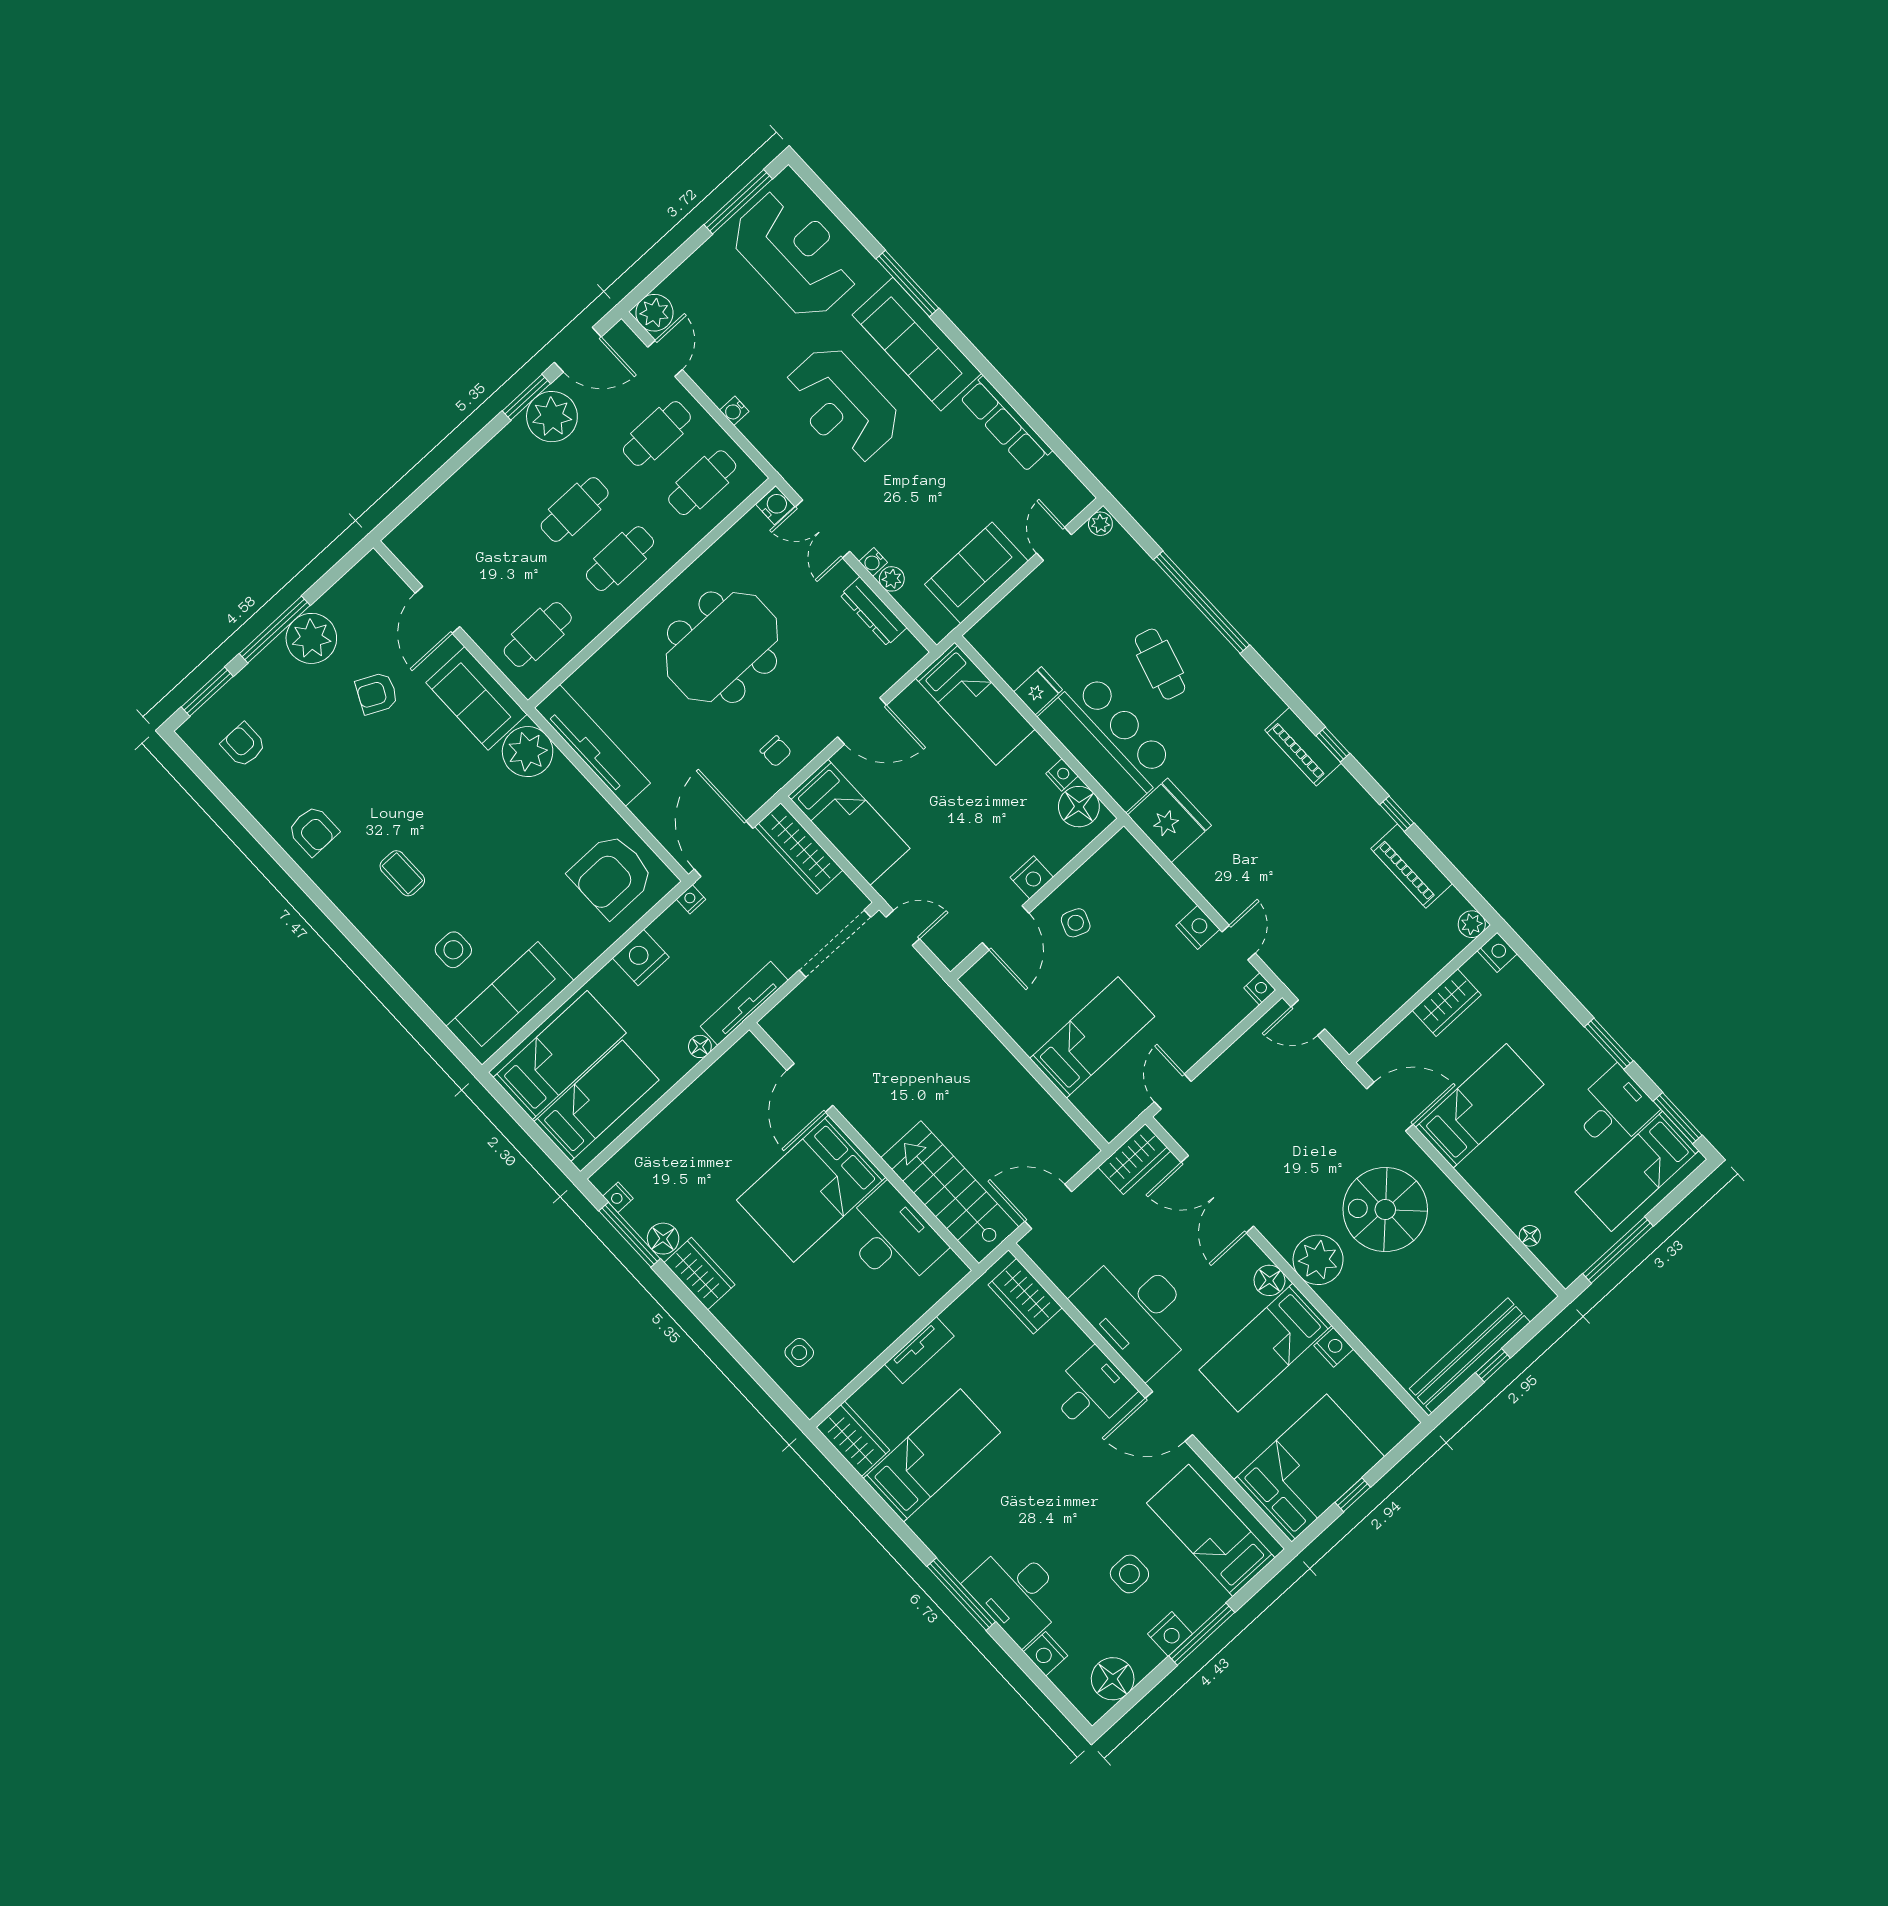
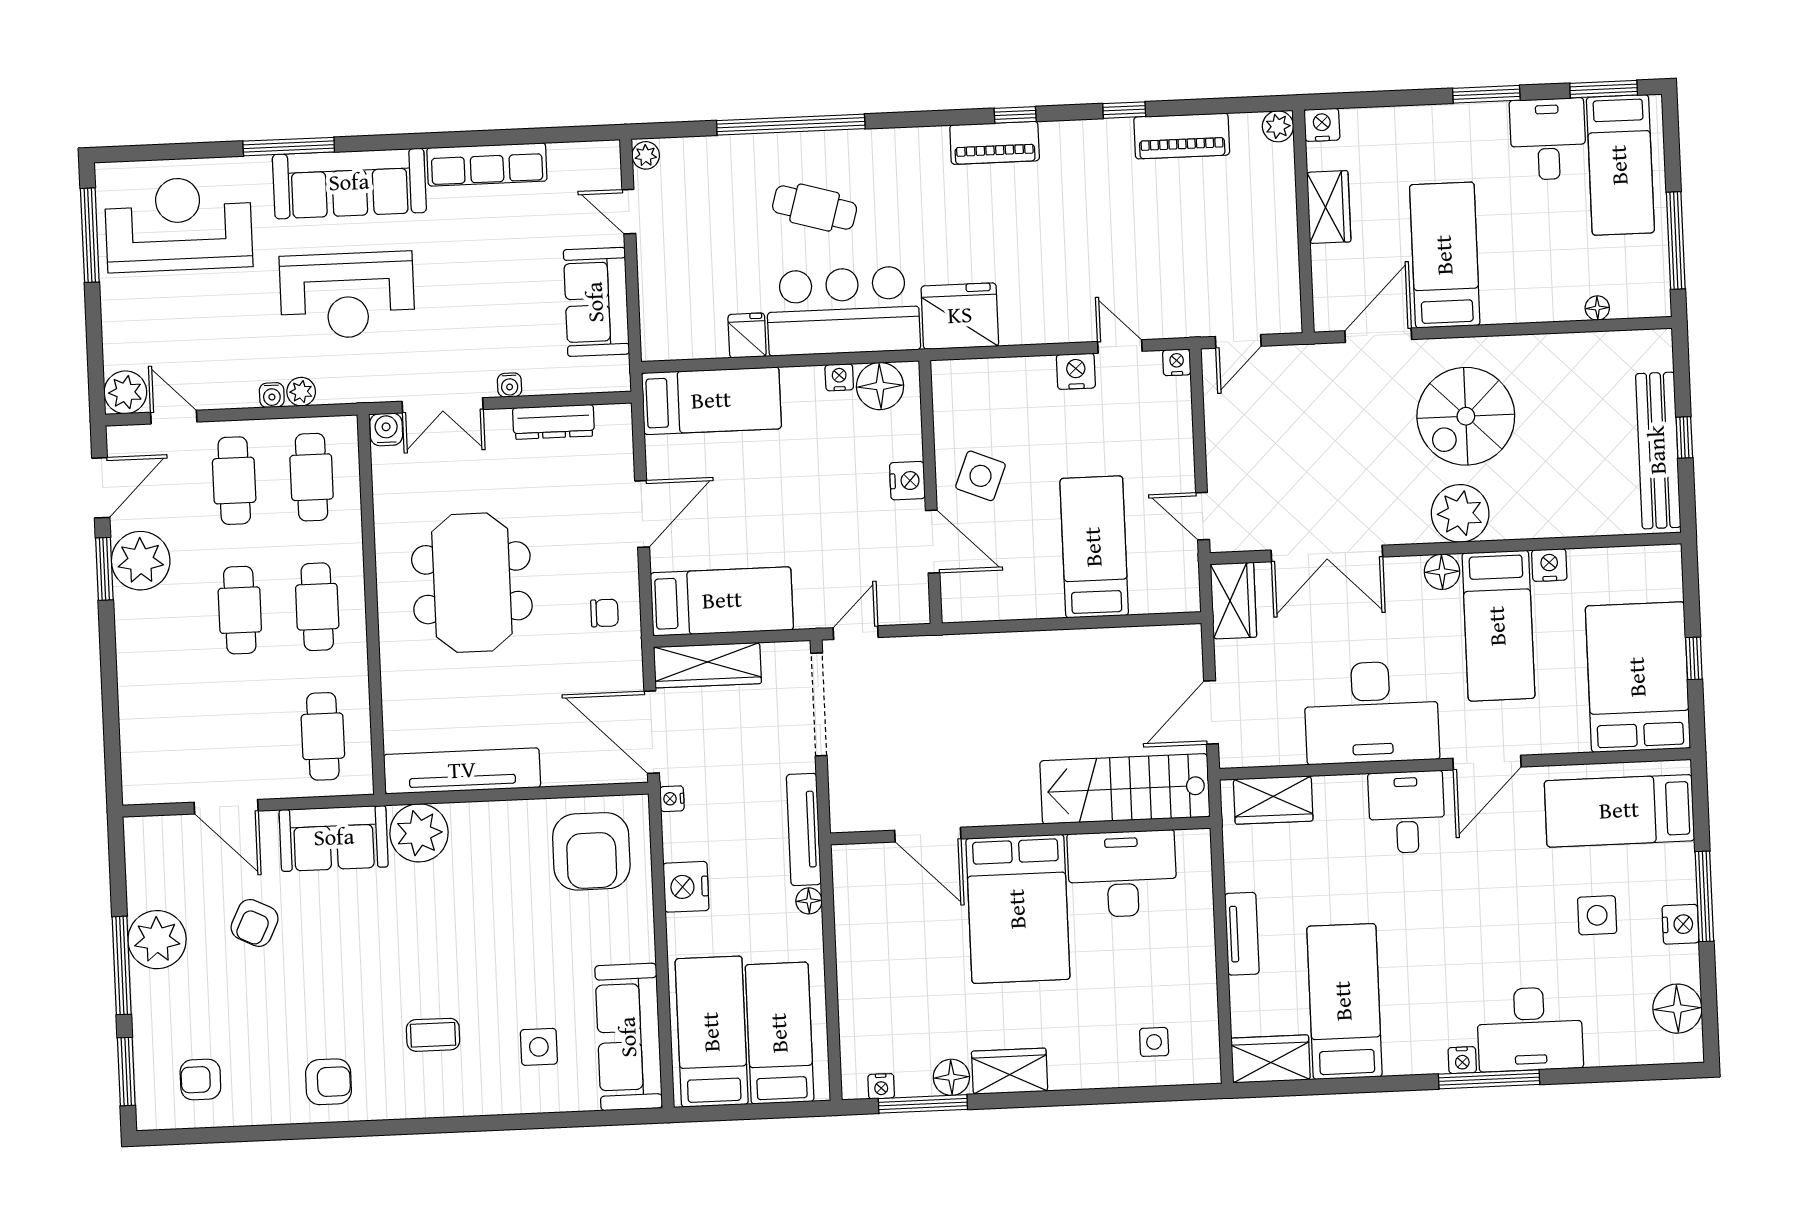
plant: (892, 579) -> (301, 392), moved
side table: (1076, 923) -> (981, 476), width x1.37, depth x1.37
nightstand: (1046, 1654) -> (1462, 1060), moved, width x0.72, depth x0.74

